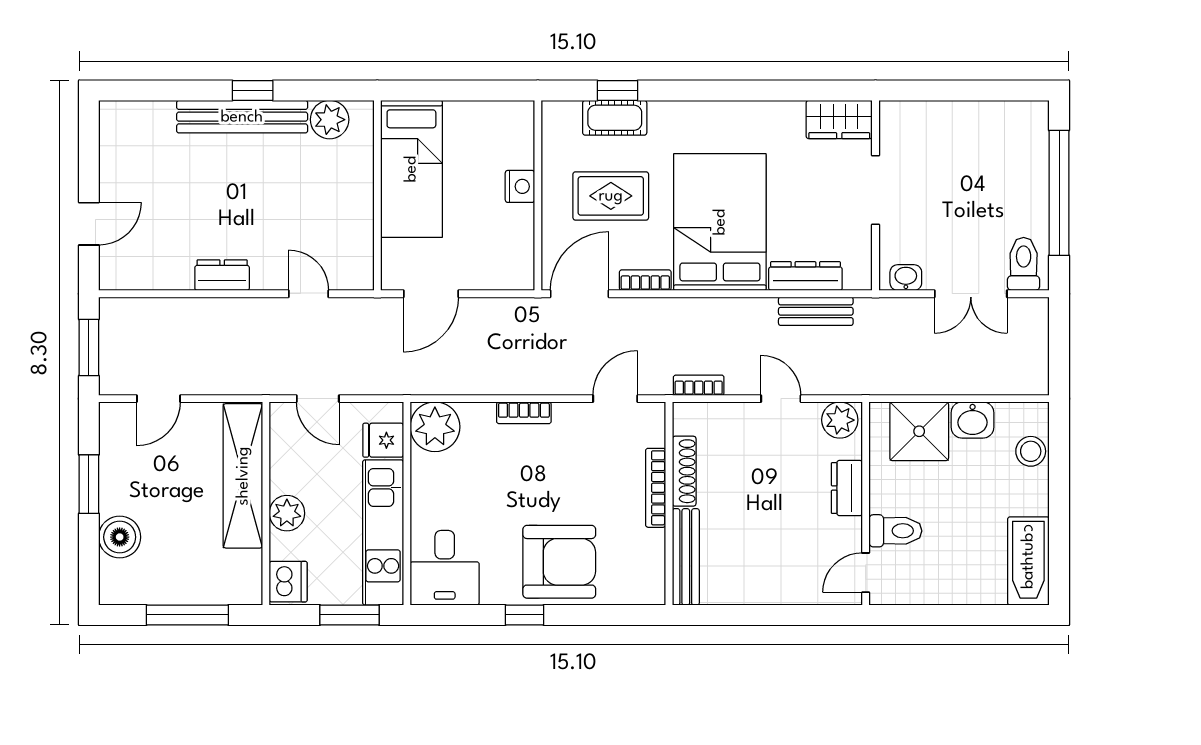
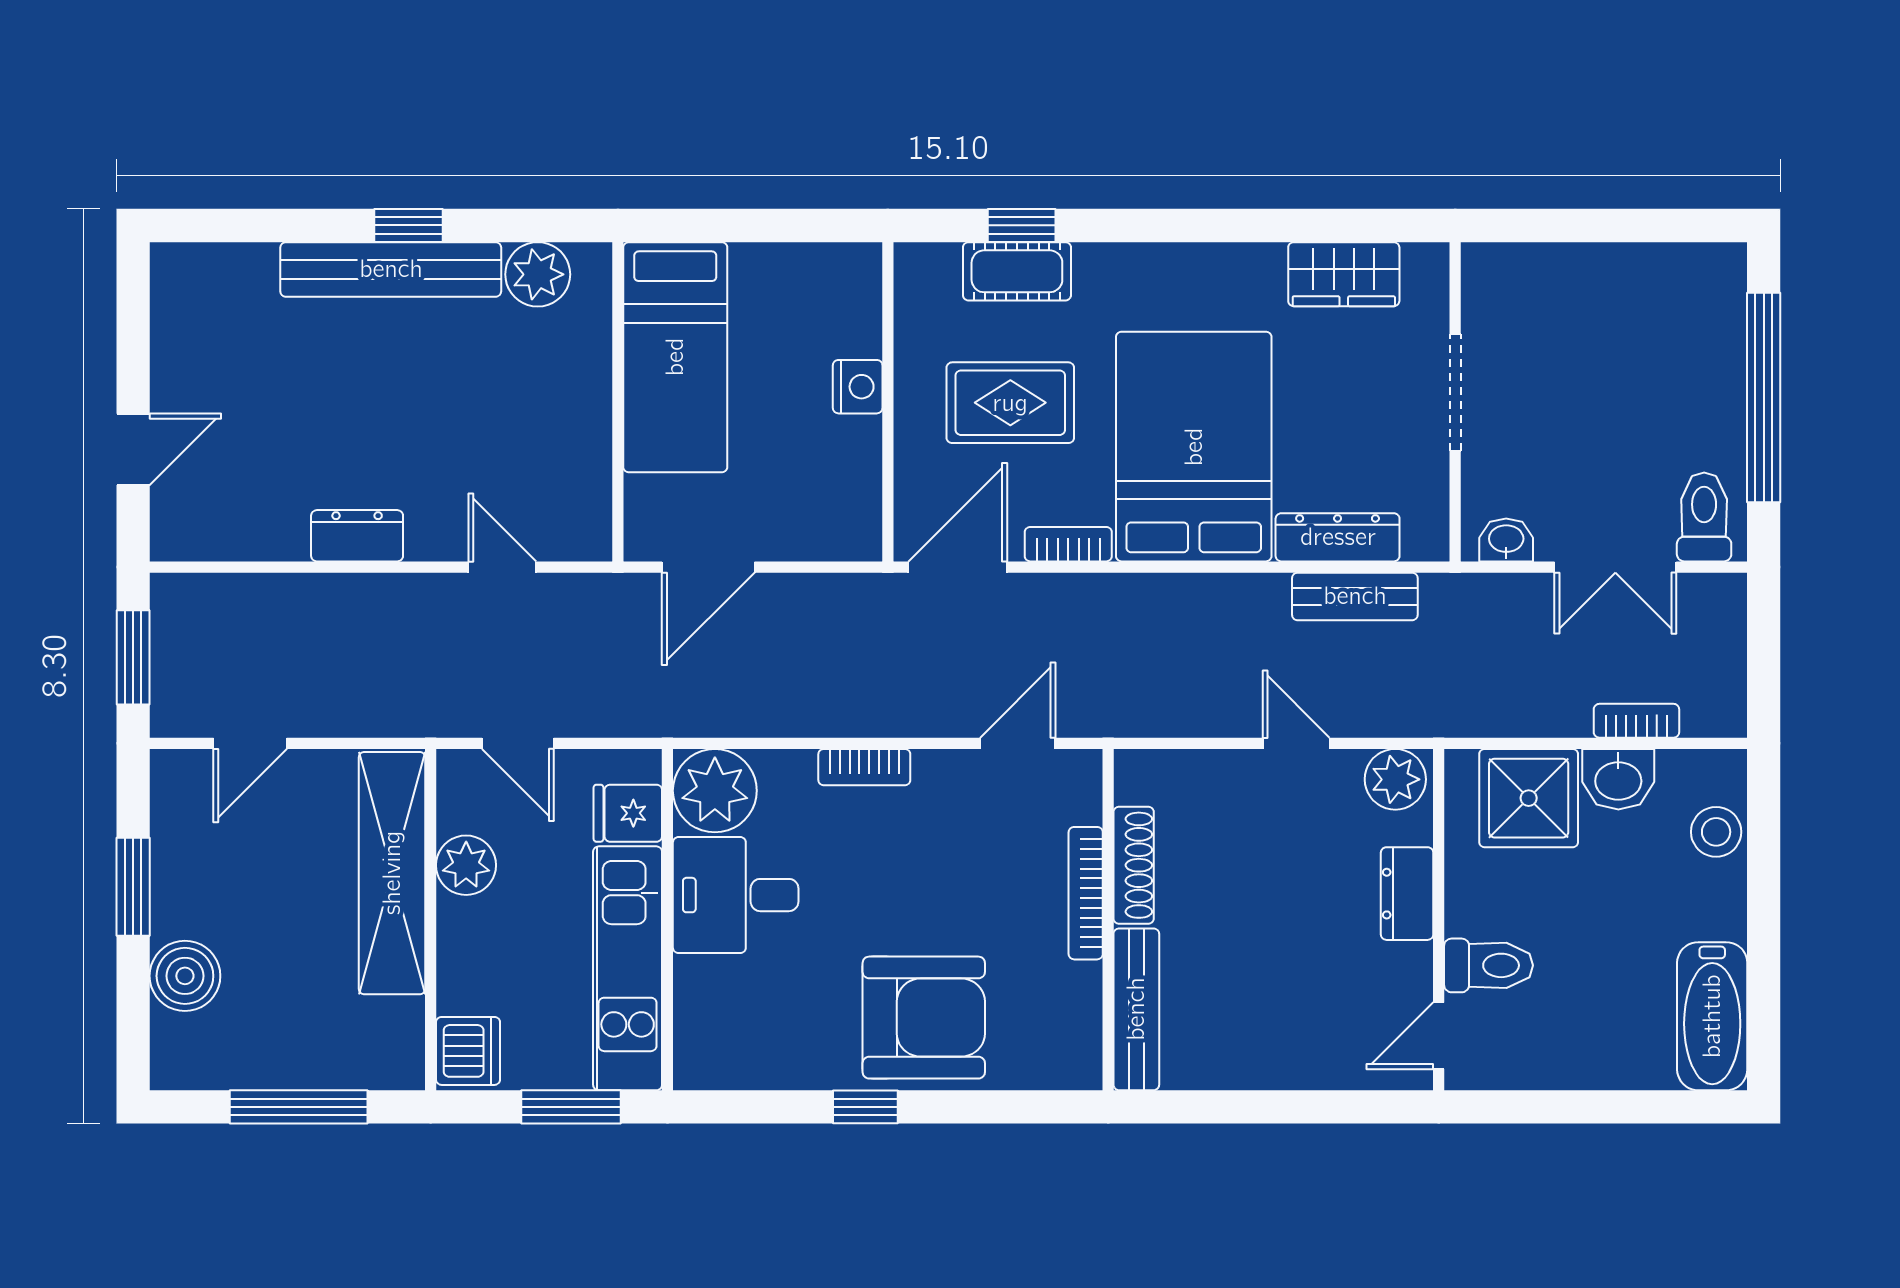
wardrobe: (839, 119) -> (1344, 274), moved
bookcase: (699, 385) -> (1636, 721), moved
plant: (287, 513) -> (466, 865), moved
desk: (445, 568) -> (736, 895), moved, turned 90

